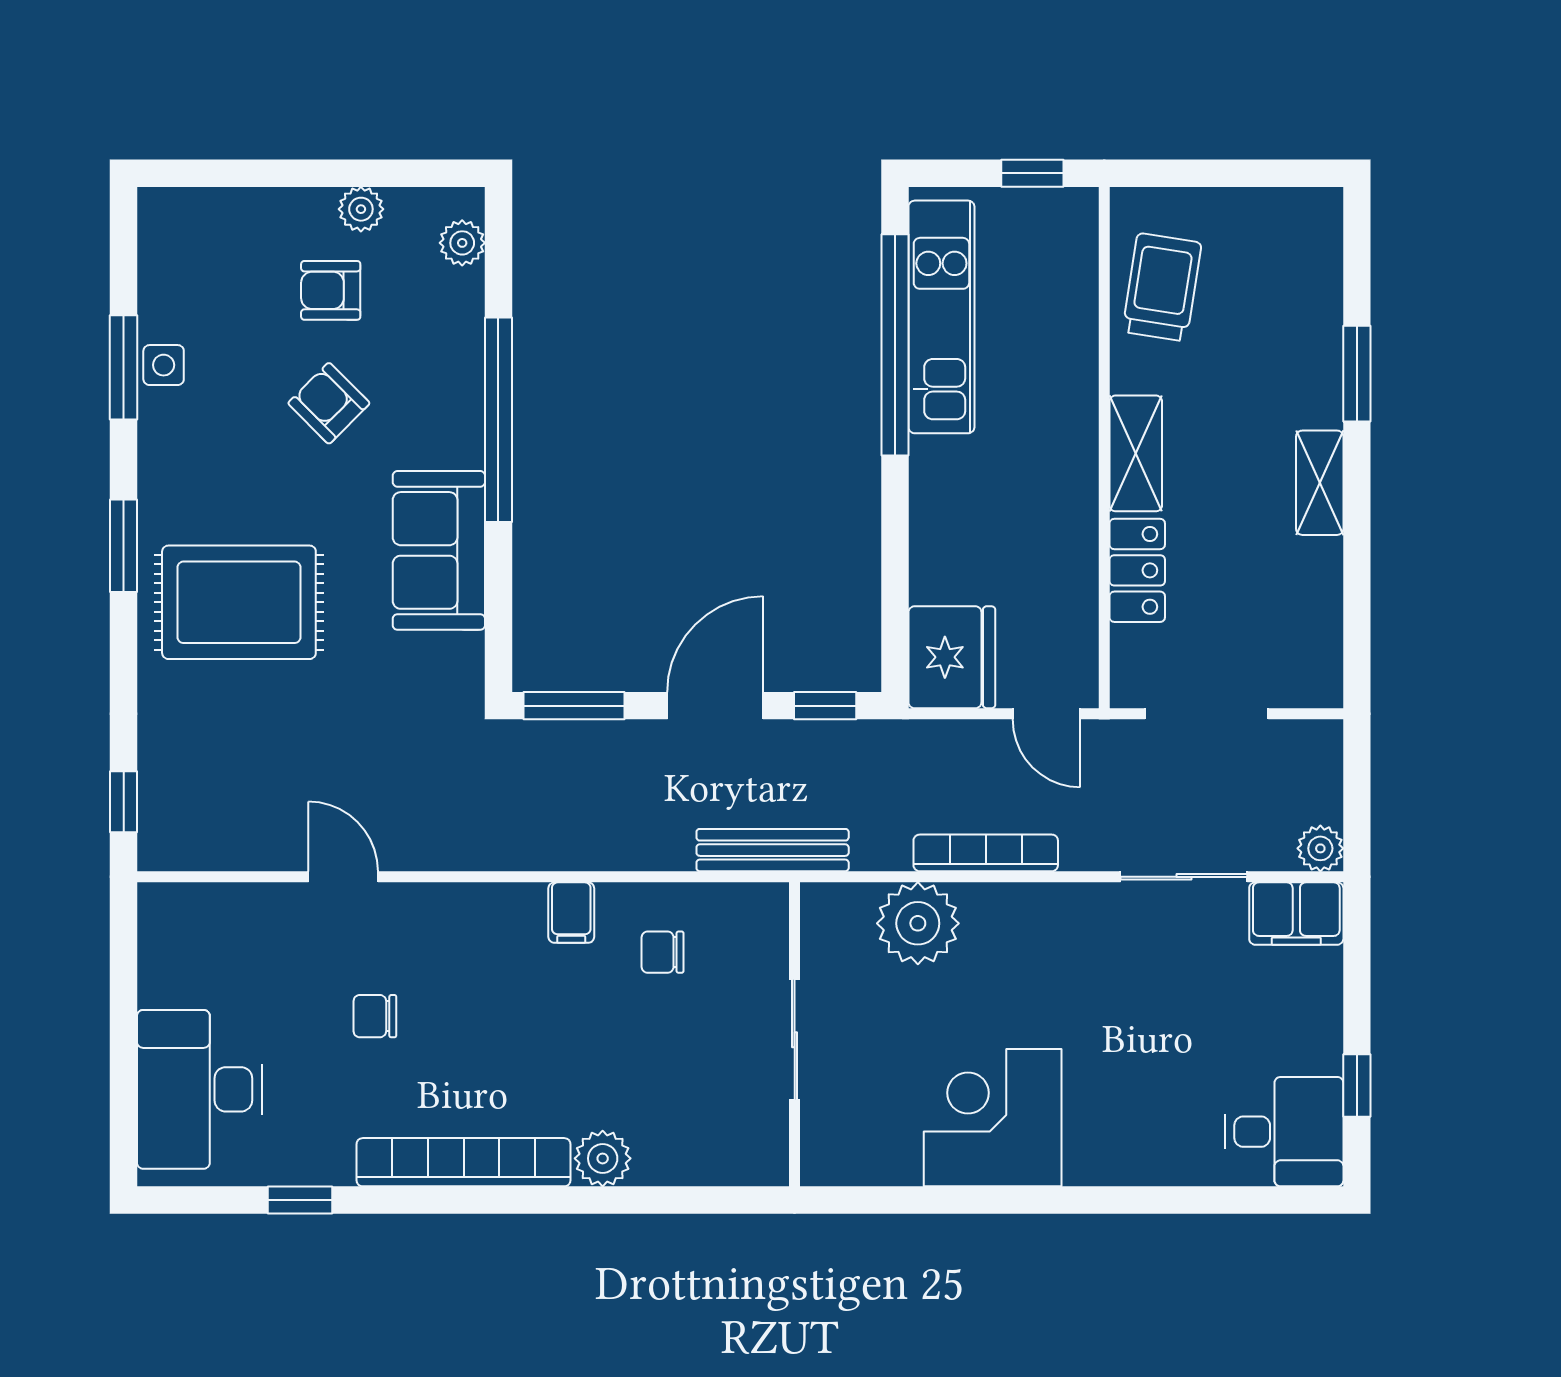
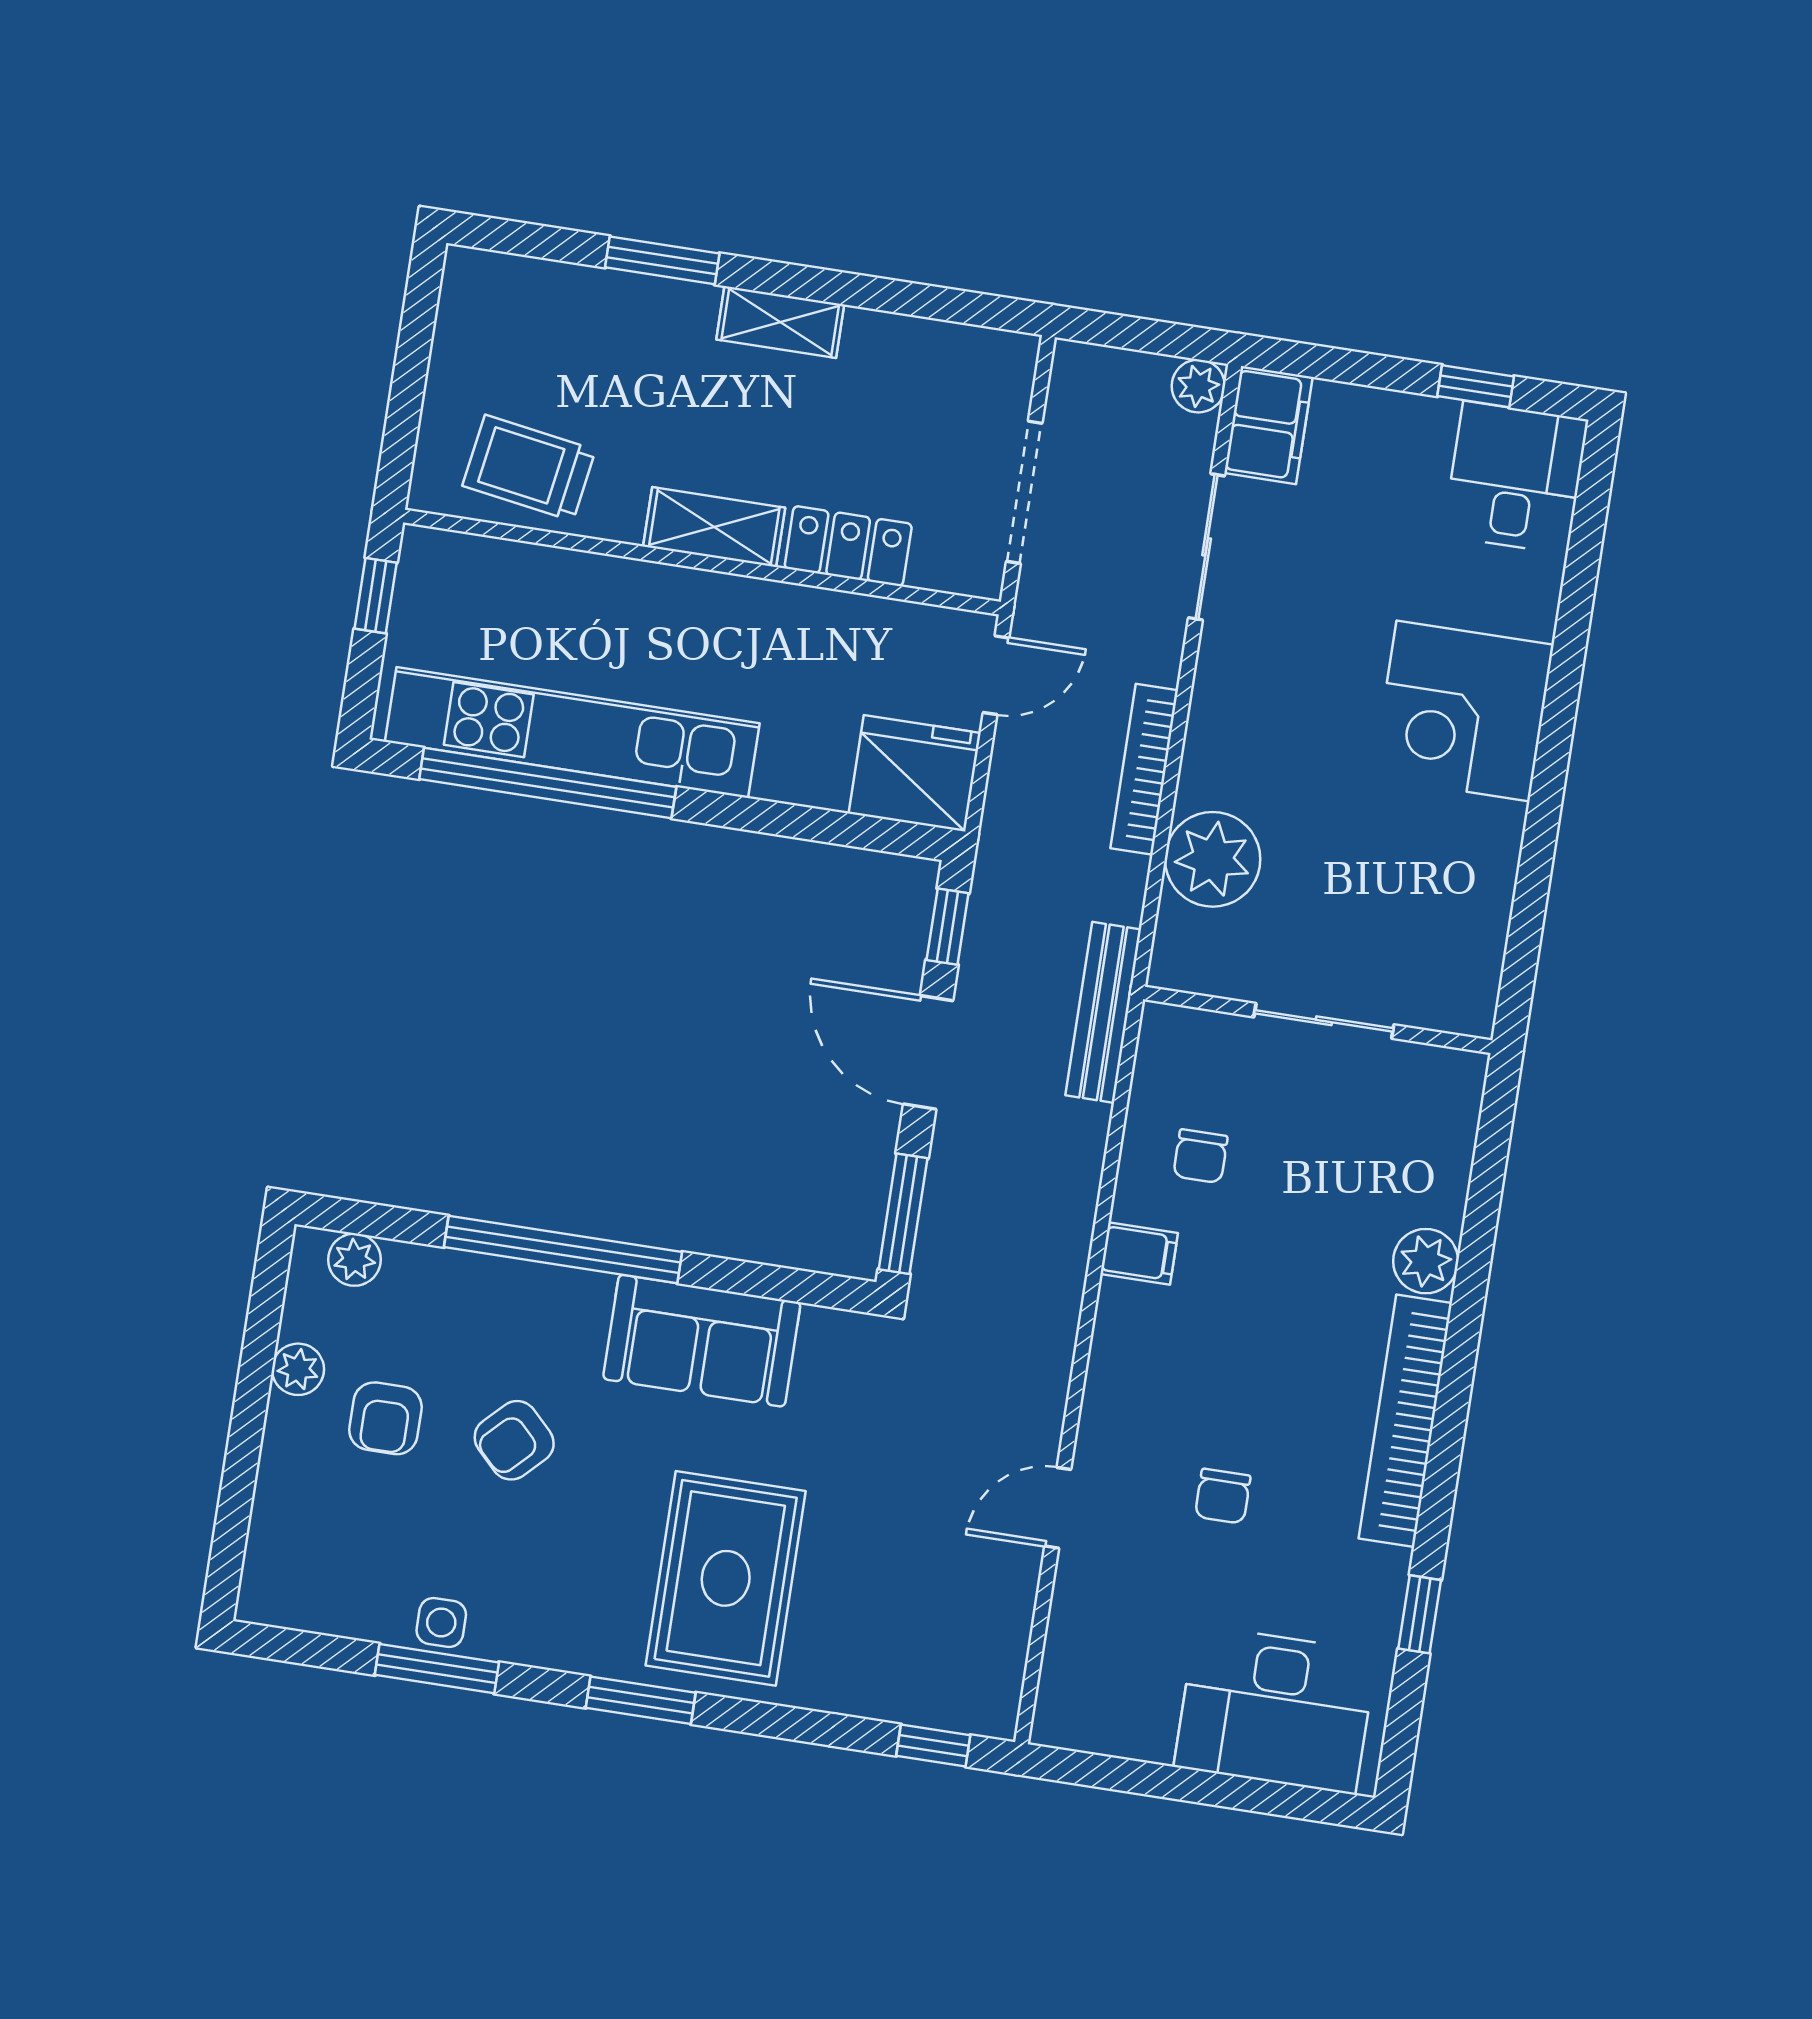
kitchen unit: (941, 317) -> (572, 733), width x1.36
corner desk: (993, 1118) -> (1463, 711), moved

